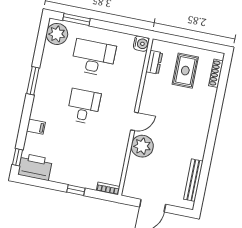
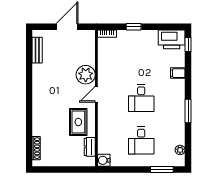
plant: (57, 34) -> (180, 150), width x0.53, depth x0.53
desk: (94, 58) -> (141, 140), width x0.73
rug: (185, 71) -> (78, 122), moved
bench: (193, 180) -> (37, 50), width x0.73

